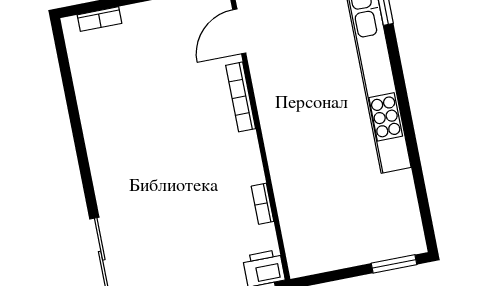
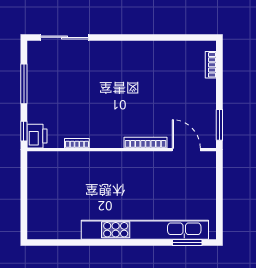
window: (394, 264) -> (24, 217), removed

